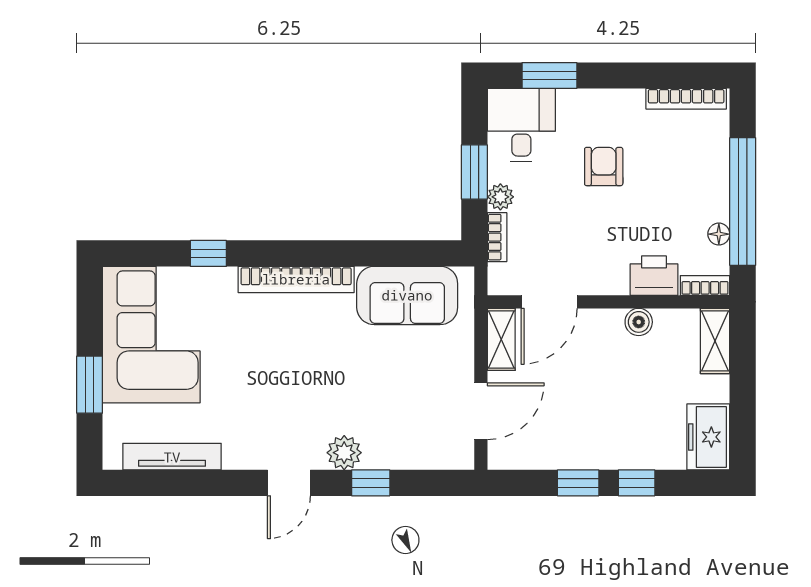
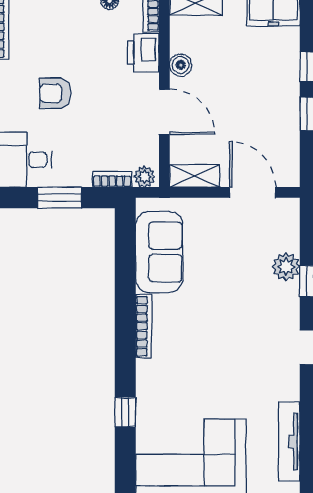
plant: (500, 197) -> (145, 177), moved
bookcase: (296, 279) -> (144, 326), width x0.68, depth x0.76
door: (549, 302) -> (164, 112), moved
plant: (344, 453) -> (286, 267), moved

